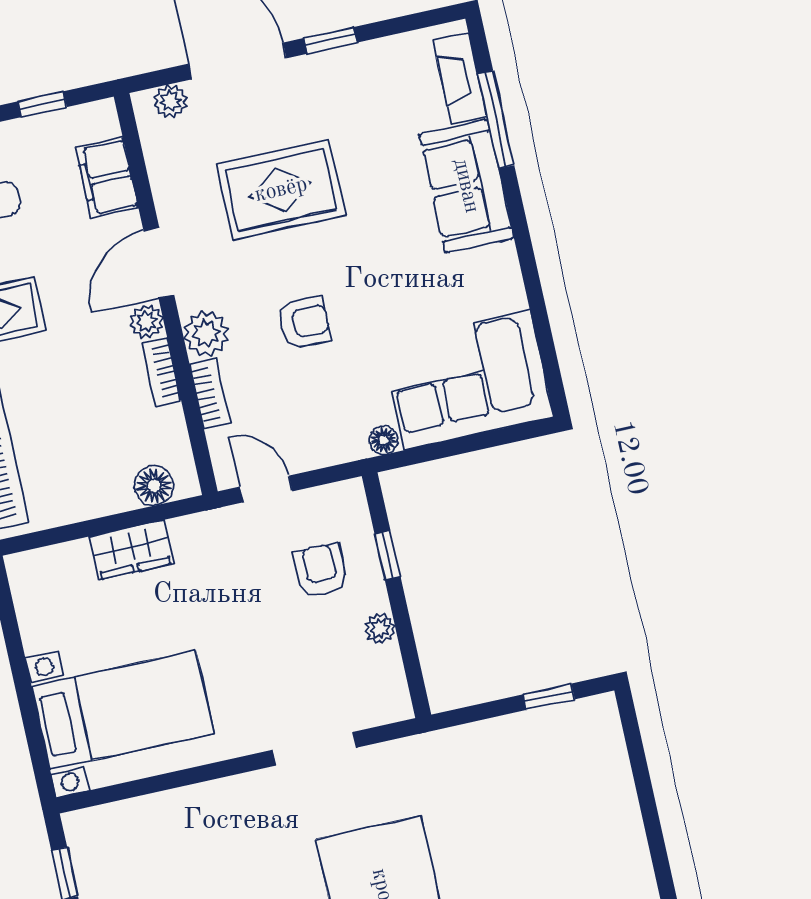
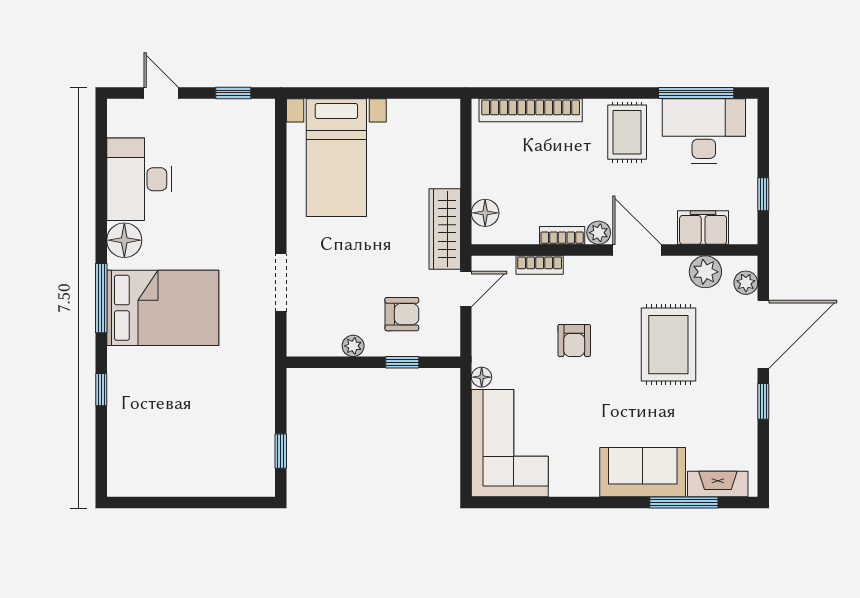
plant: (206, 333) -> (705, 272), moved
wardrobe: (132, 550) -> (445, 229), moved, width x1.50

